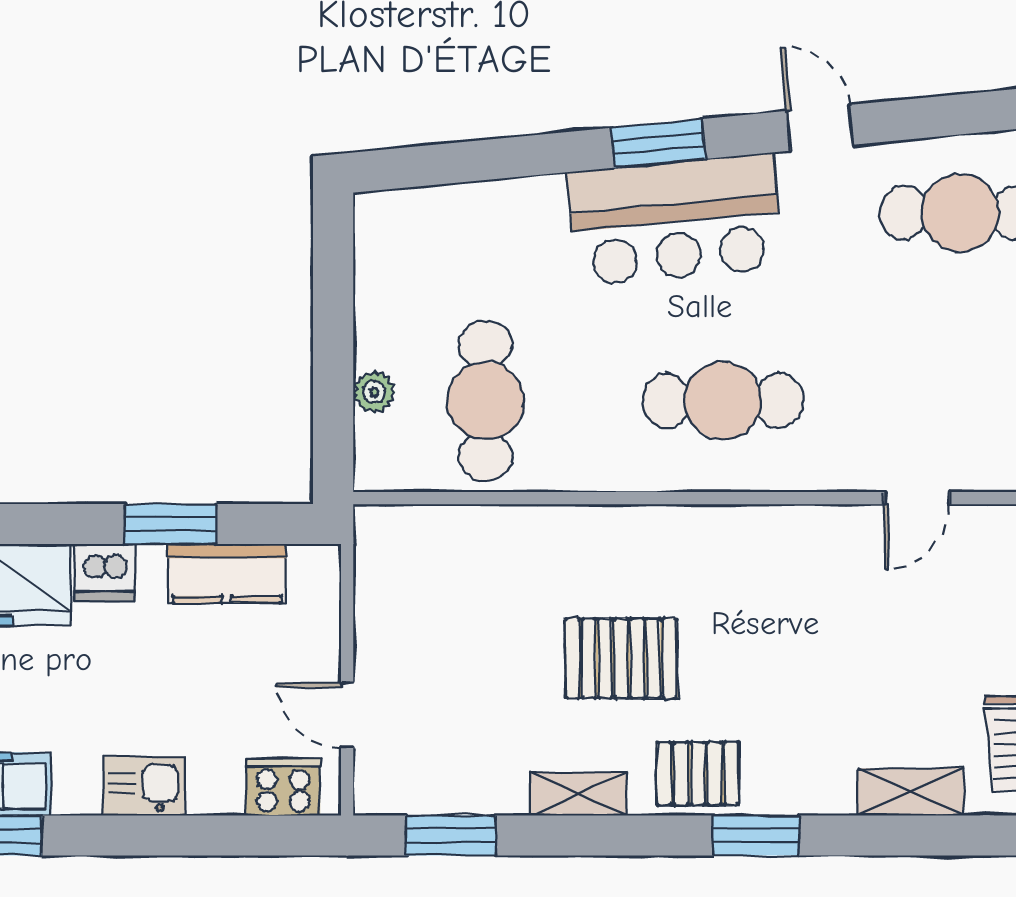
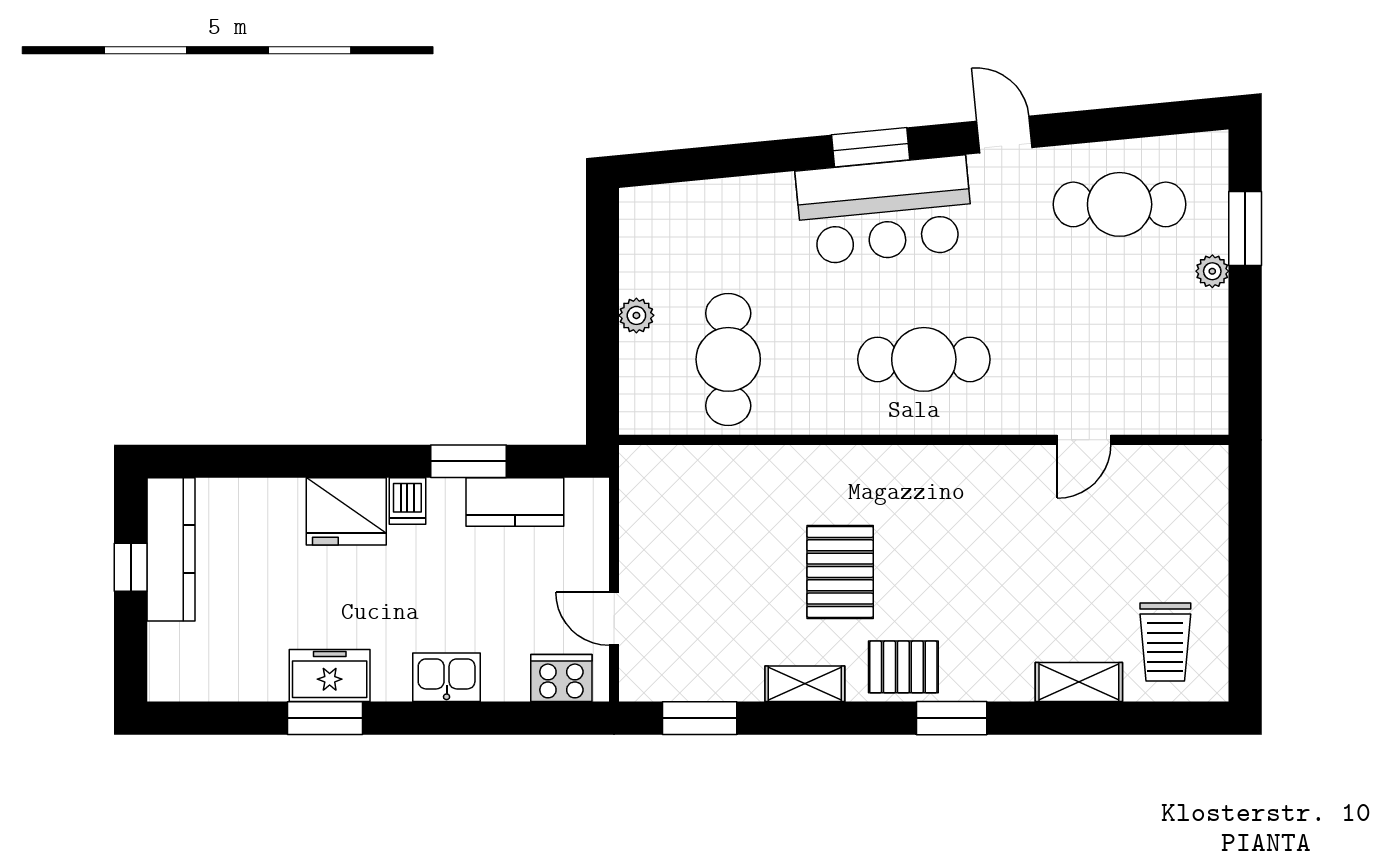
plant: (374, 392) -> (636, 315), moved
dishwasher: (105, 572) -> (407, 501), width x0.73
pallet: (621, 658) -> (840, 572), turned 90

